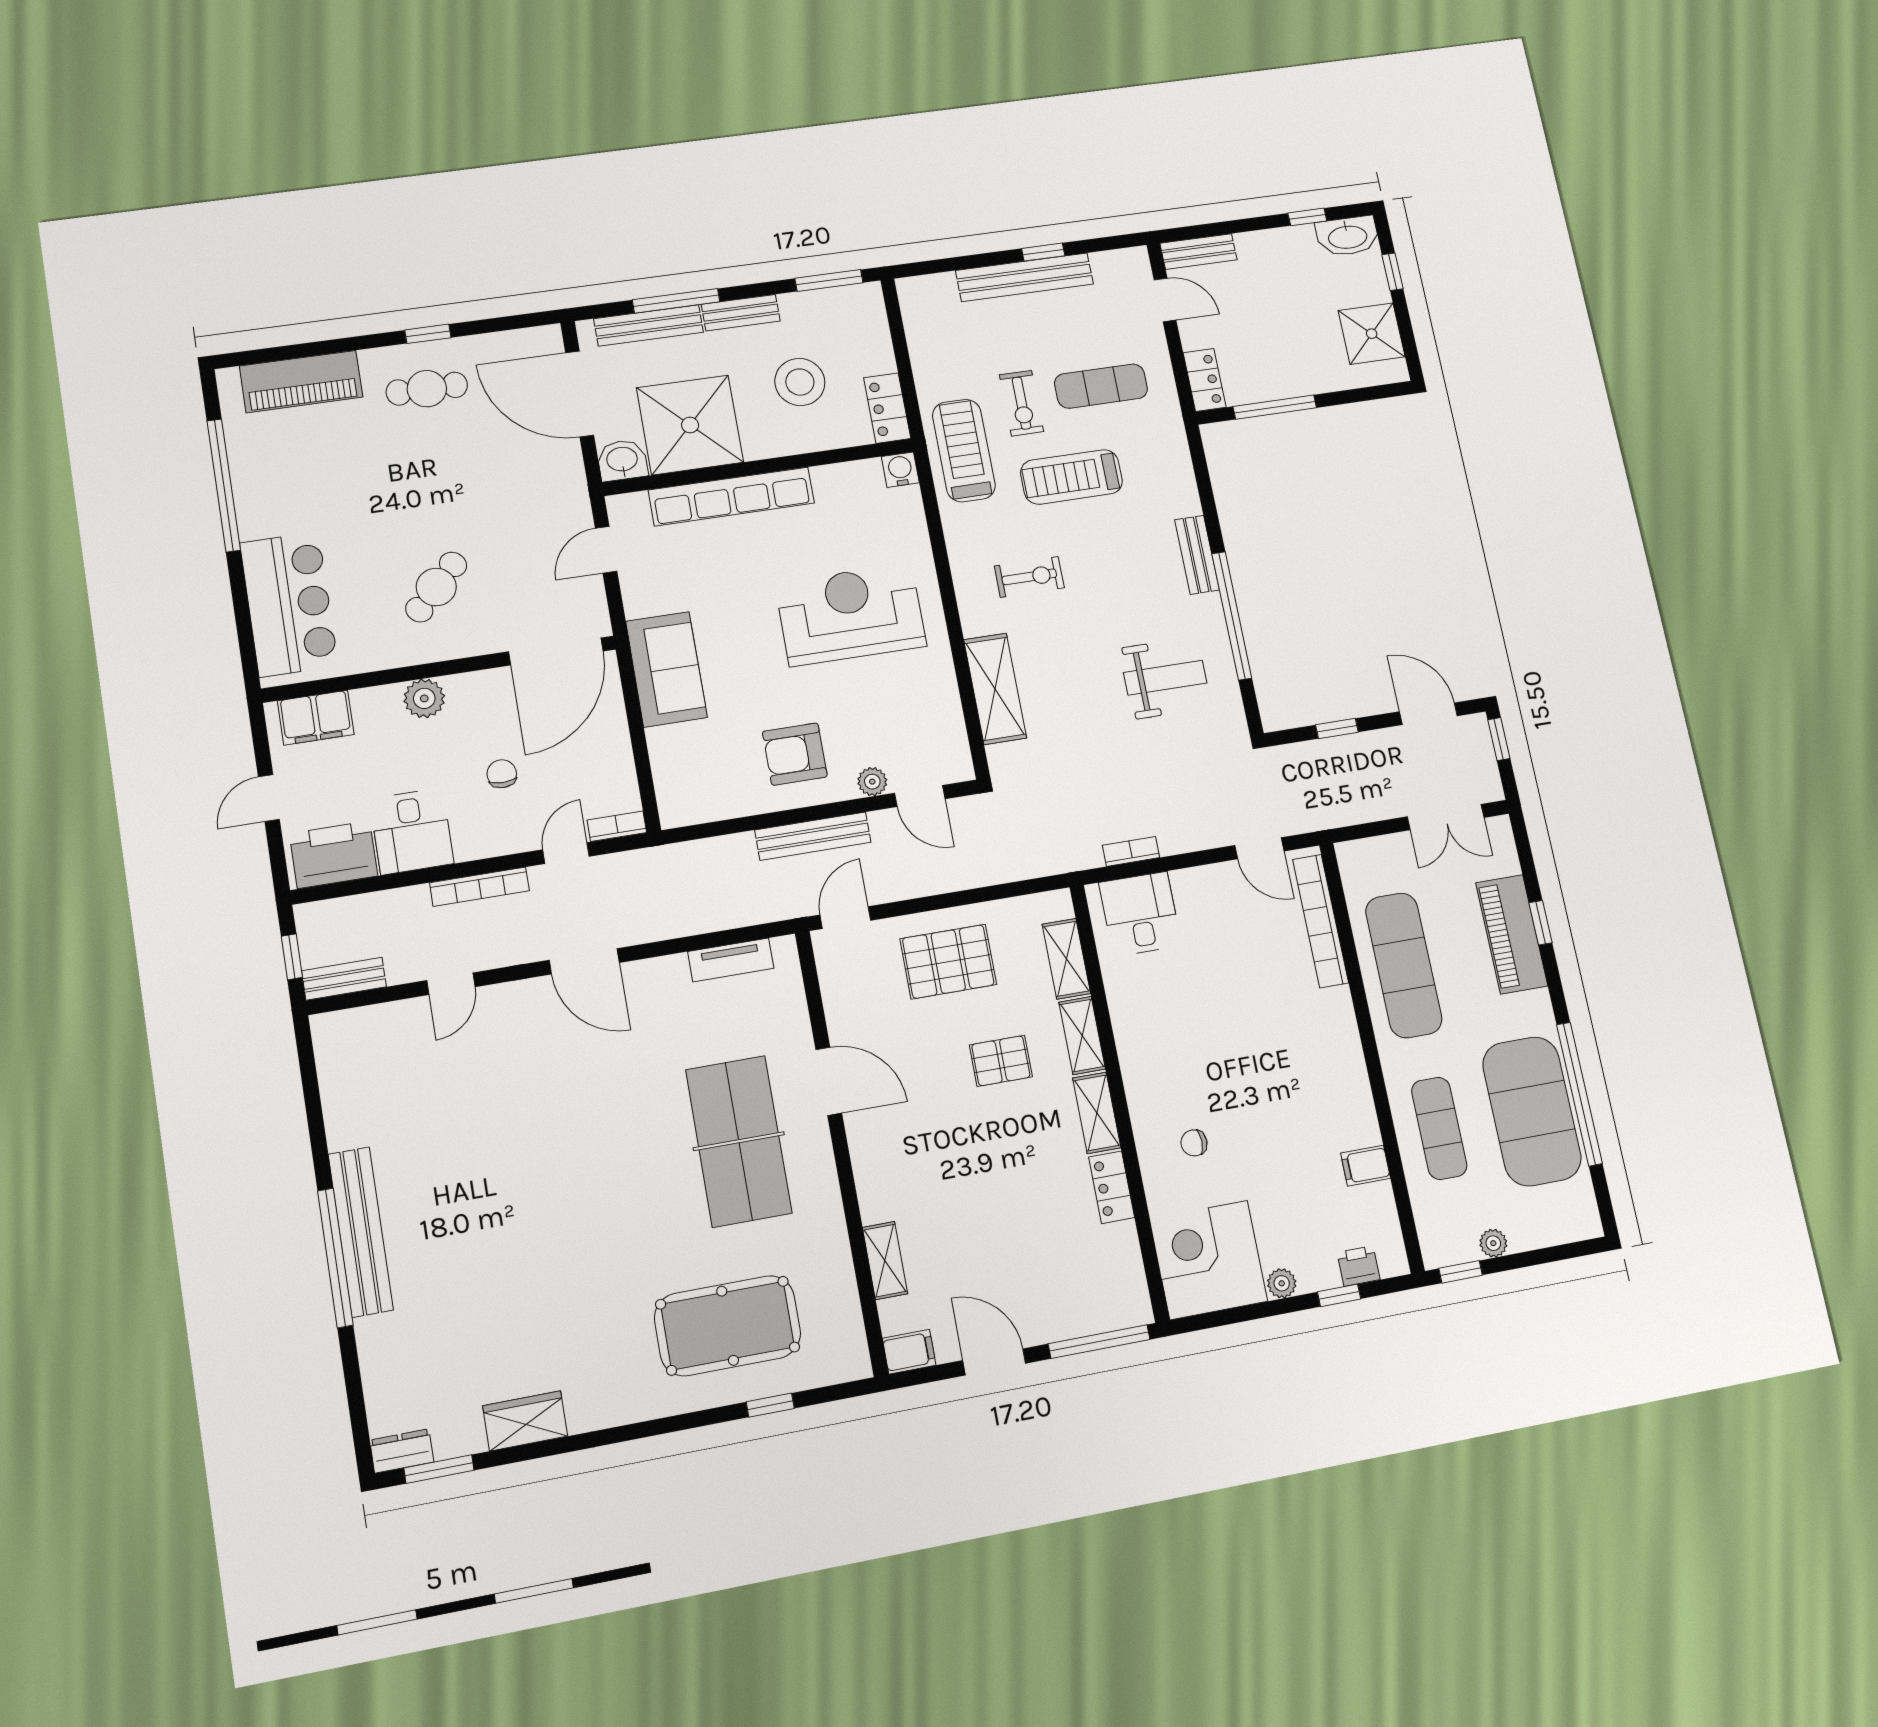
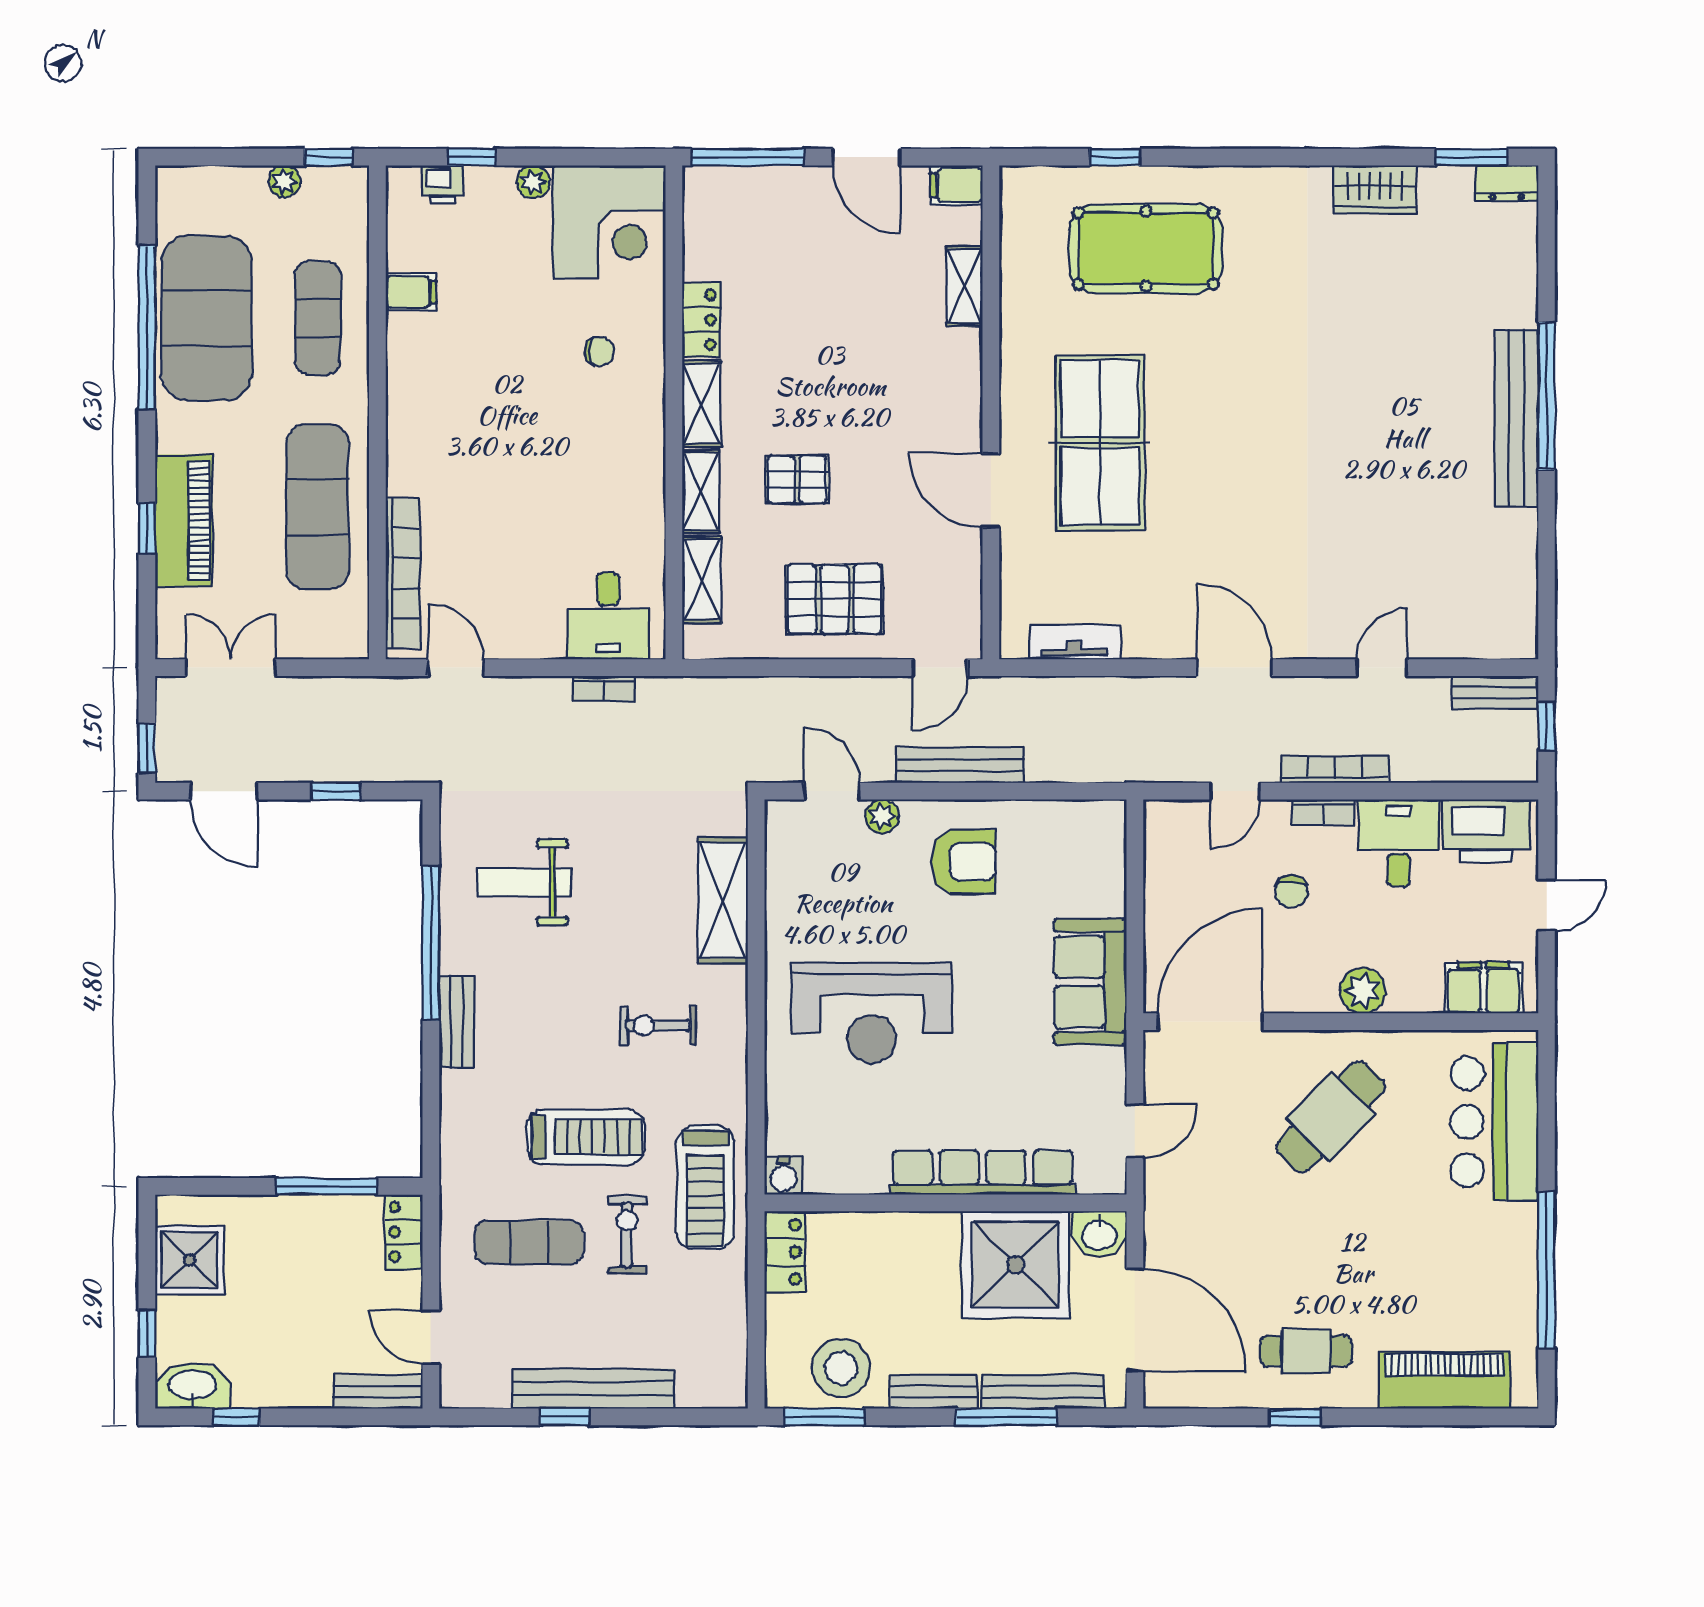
stool: (800, 382) -> (841, 1368), moved
cafe table: (436, 587) -> (1330, 1117), width x1.37, depth x1.35
bookcase: (617, 826) -> (1323, 812), moved

